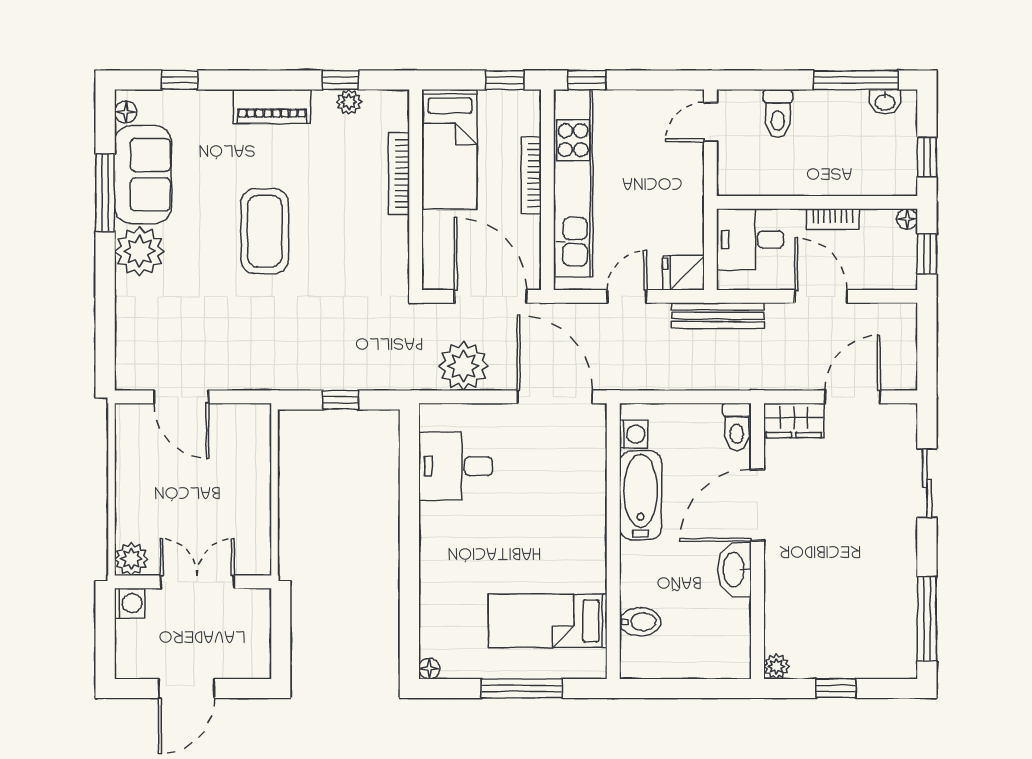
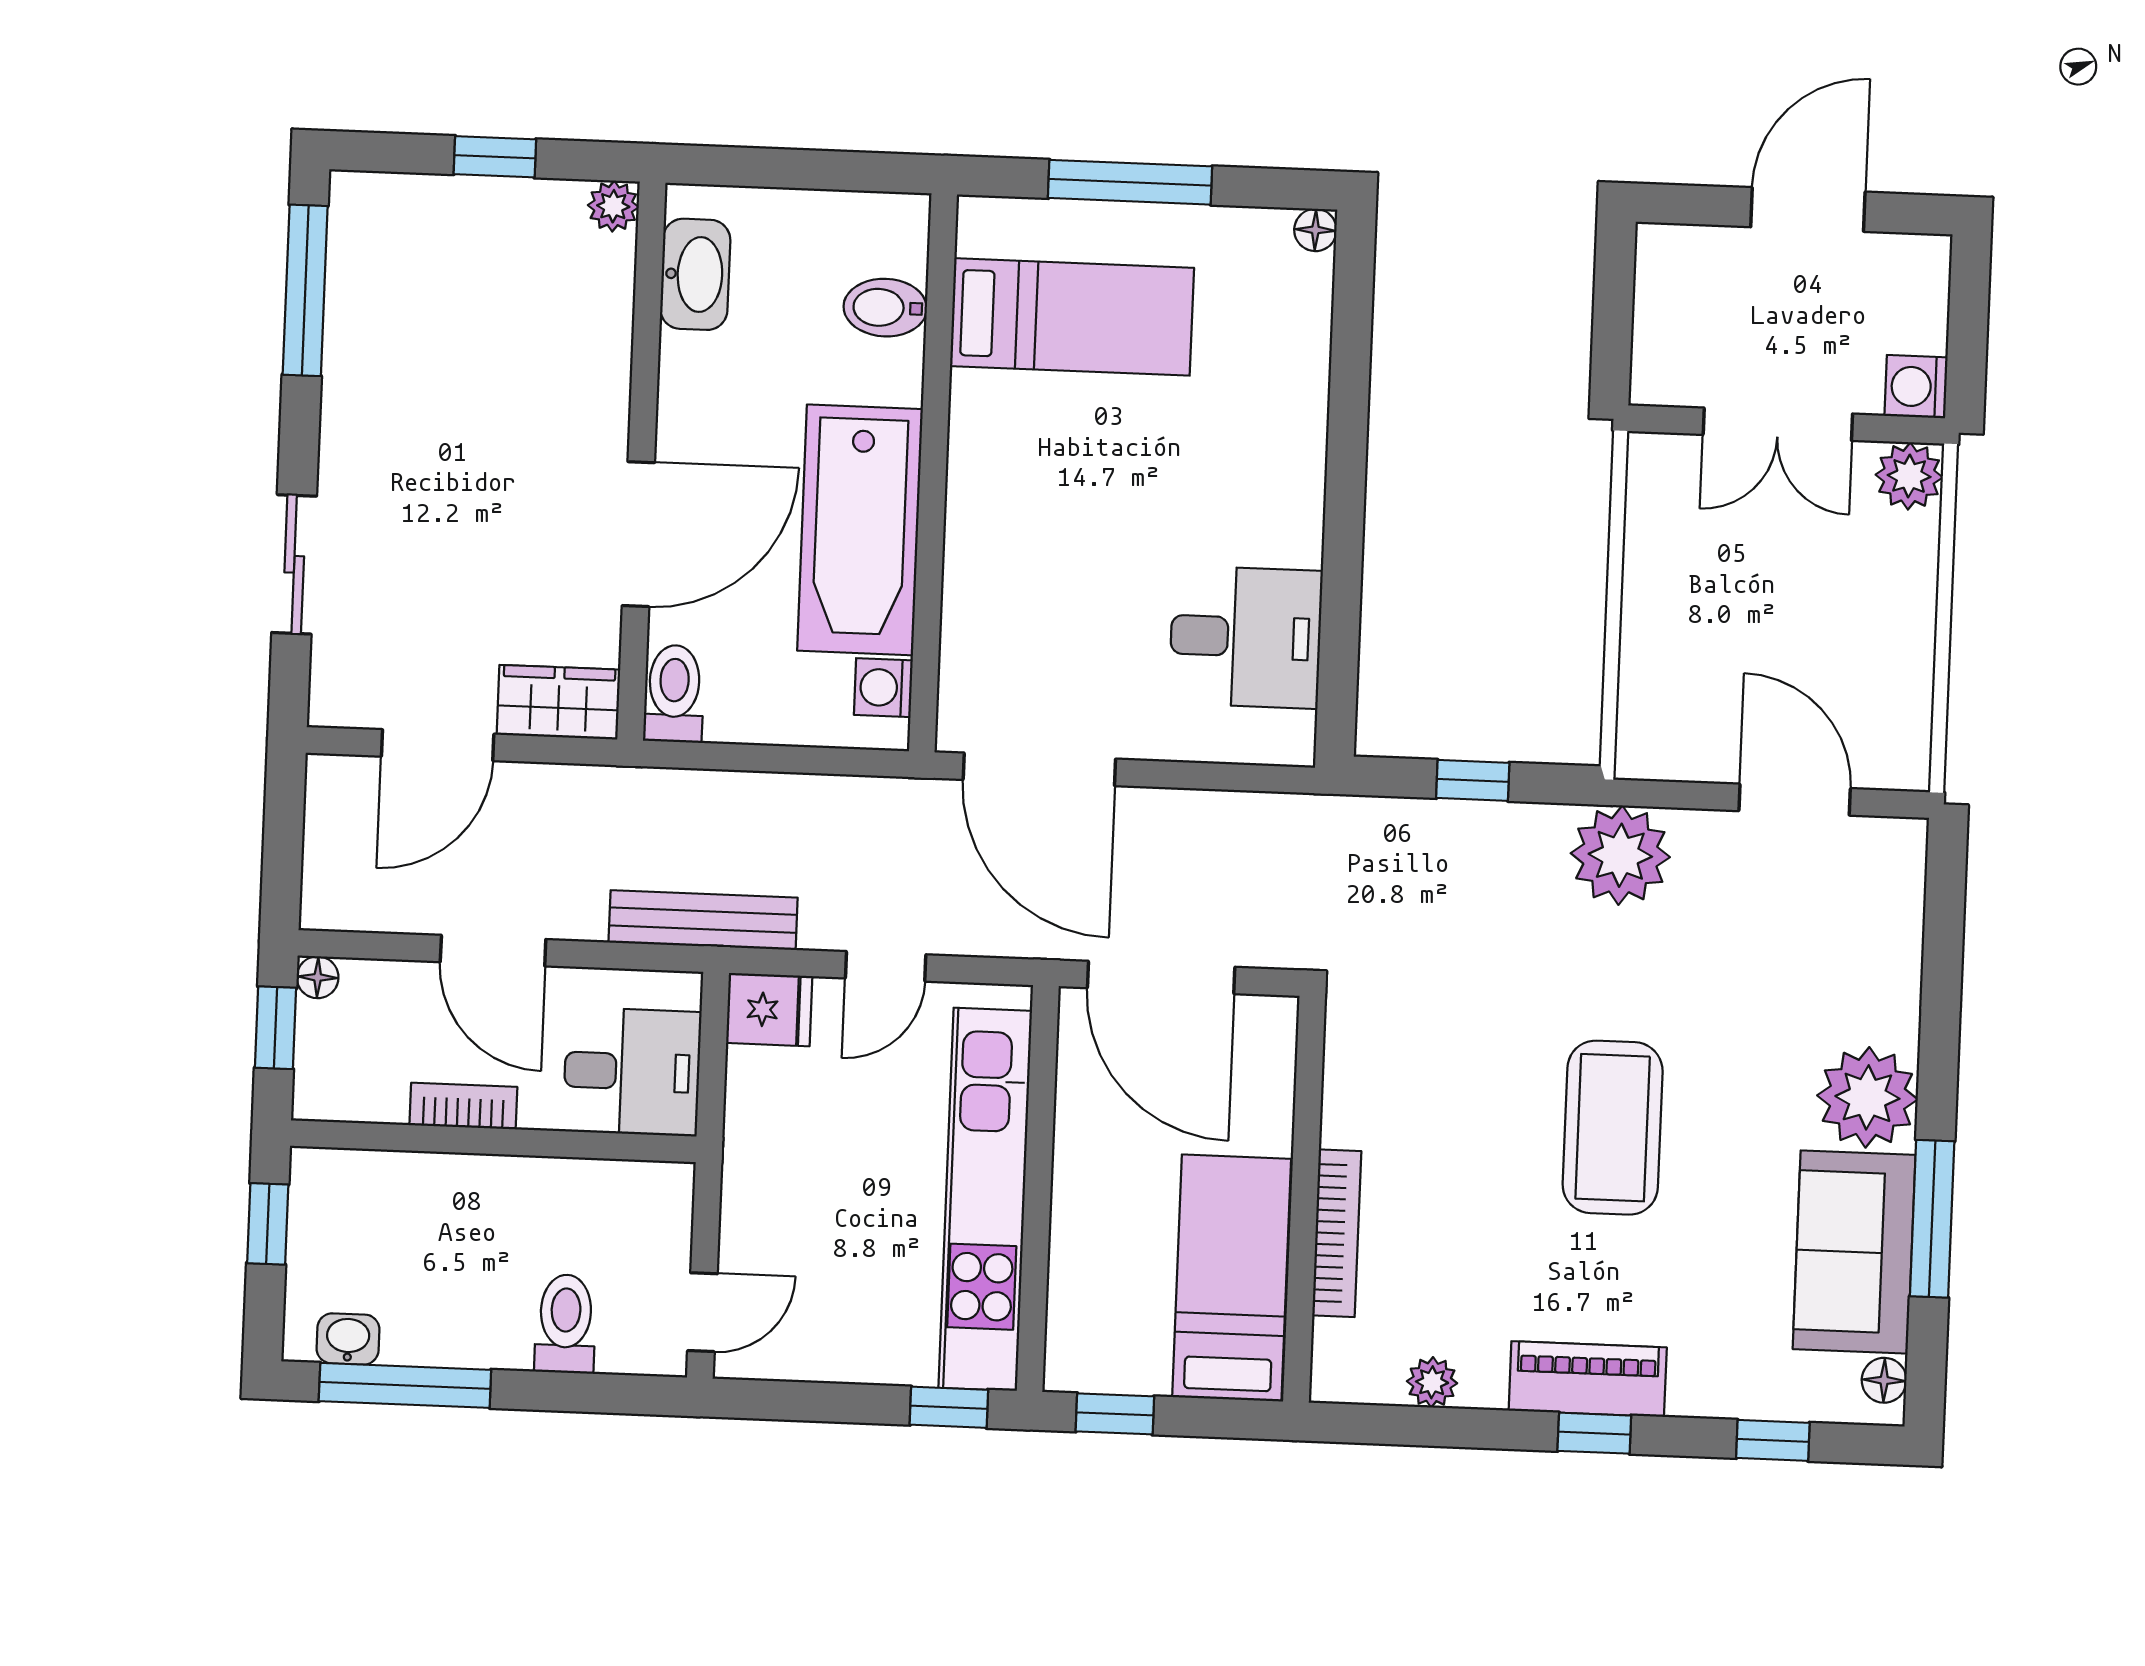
window: (340, 80) -> (1594, 1433), moved
bookcase: (531, 175) -> (1069, 1219), removed
floor lamp: (907, 219) -> (318, 977), moved
plant: (463, 366) -> (1620, 855), moved
bathtub: (641, 495) -> (860, 530), width x1.36, depth x1.36
washbasin: (735, 570) -> (695, 274), moved

